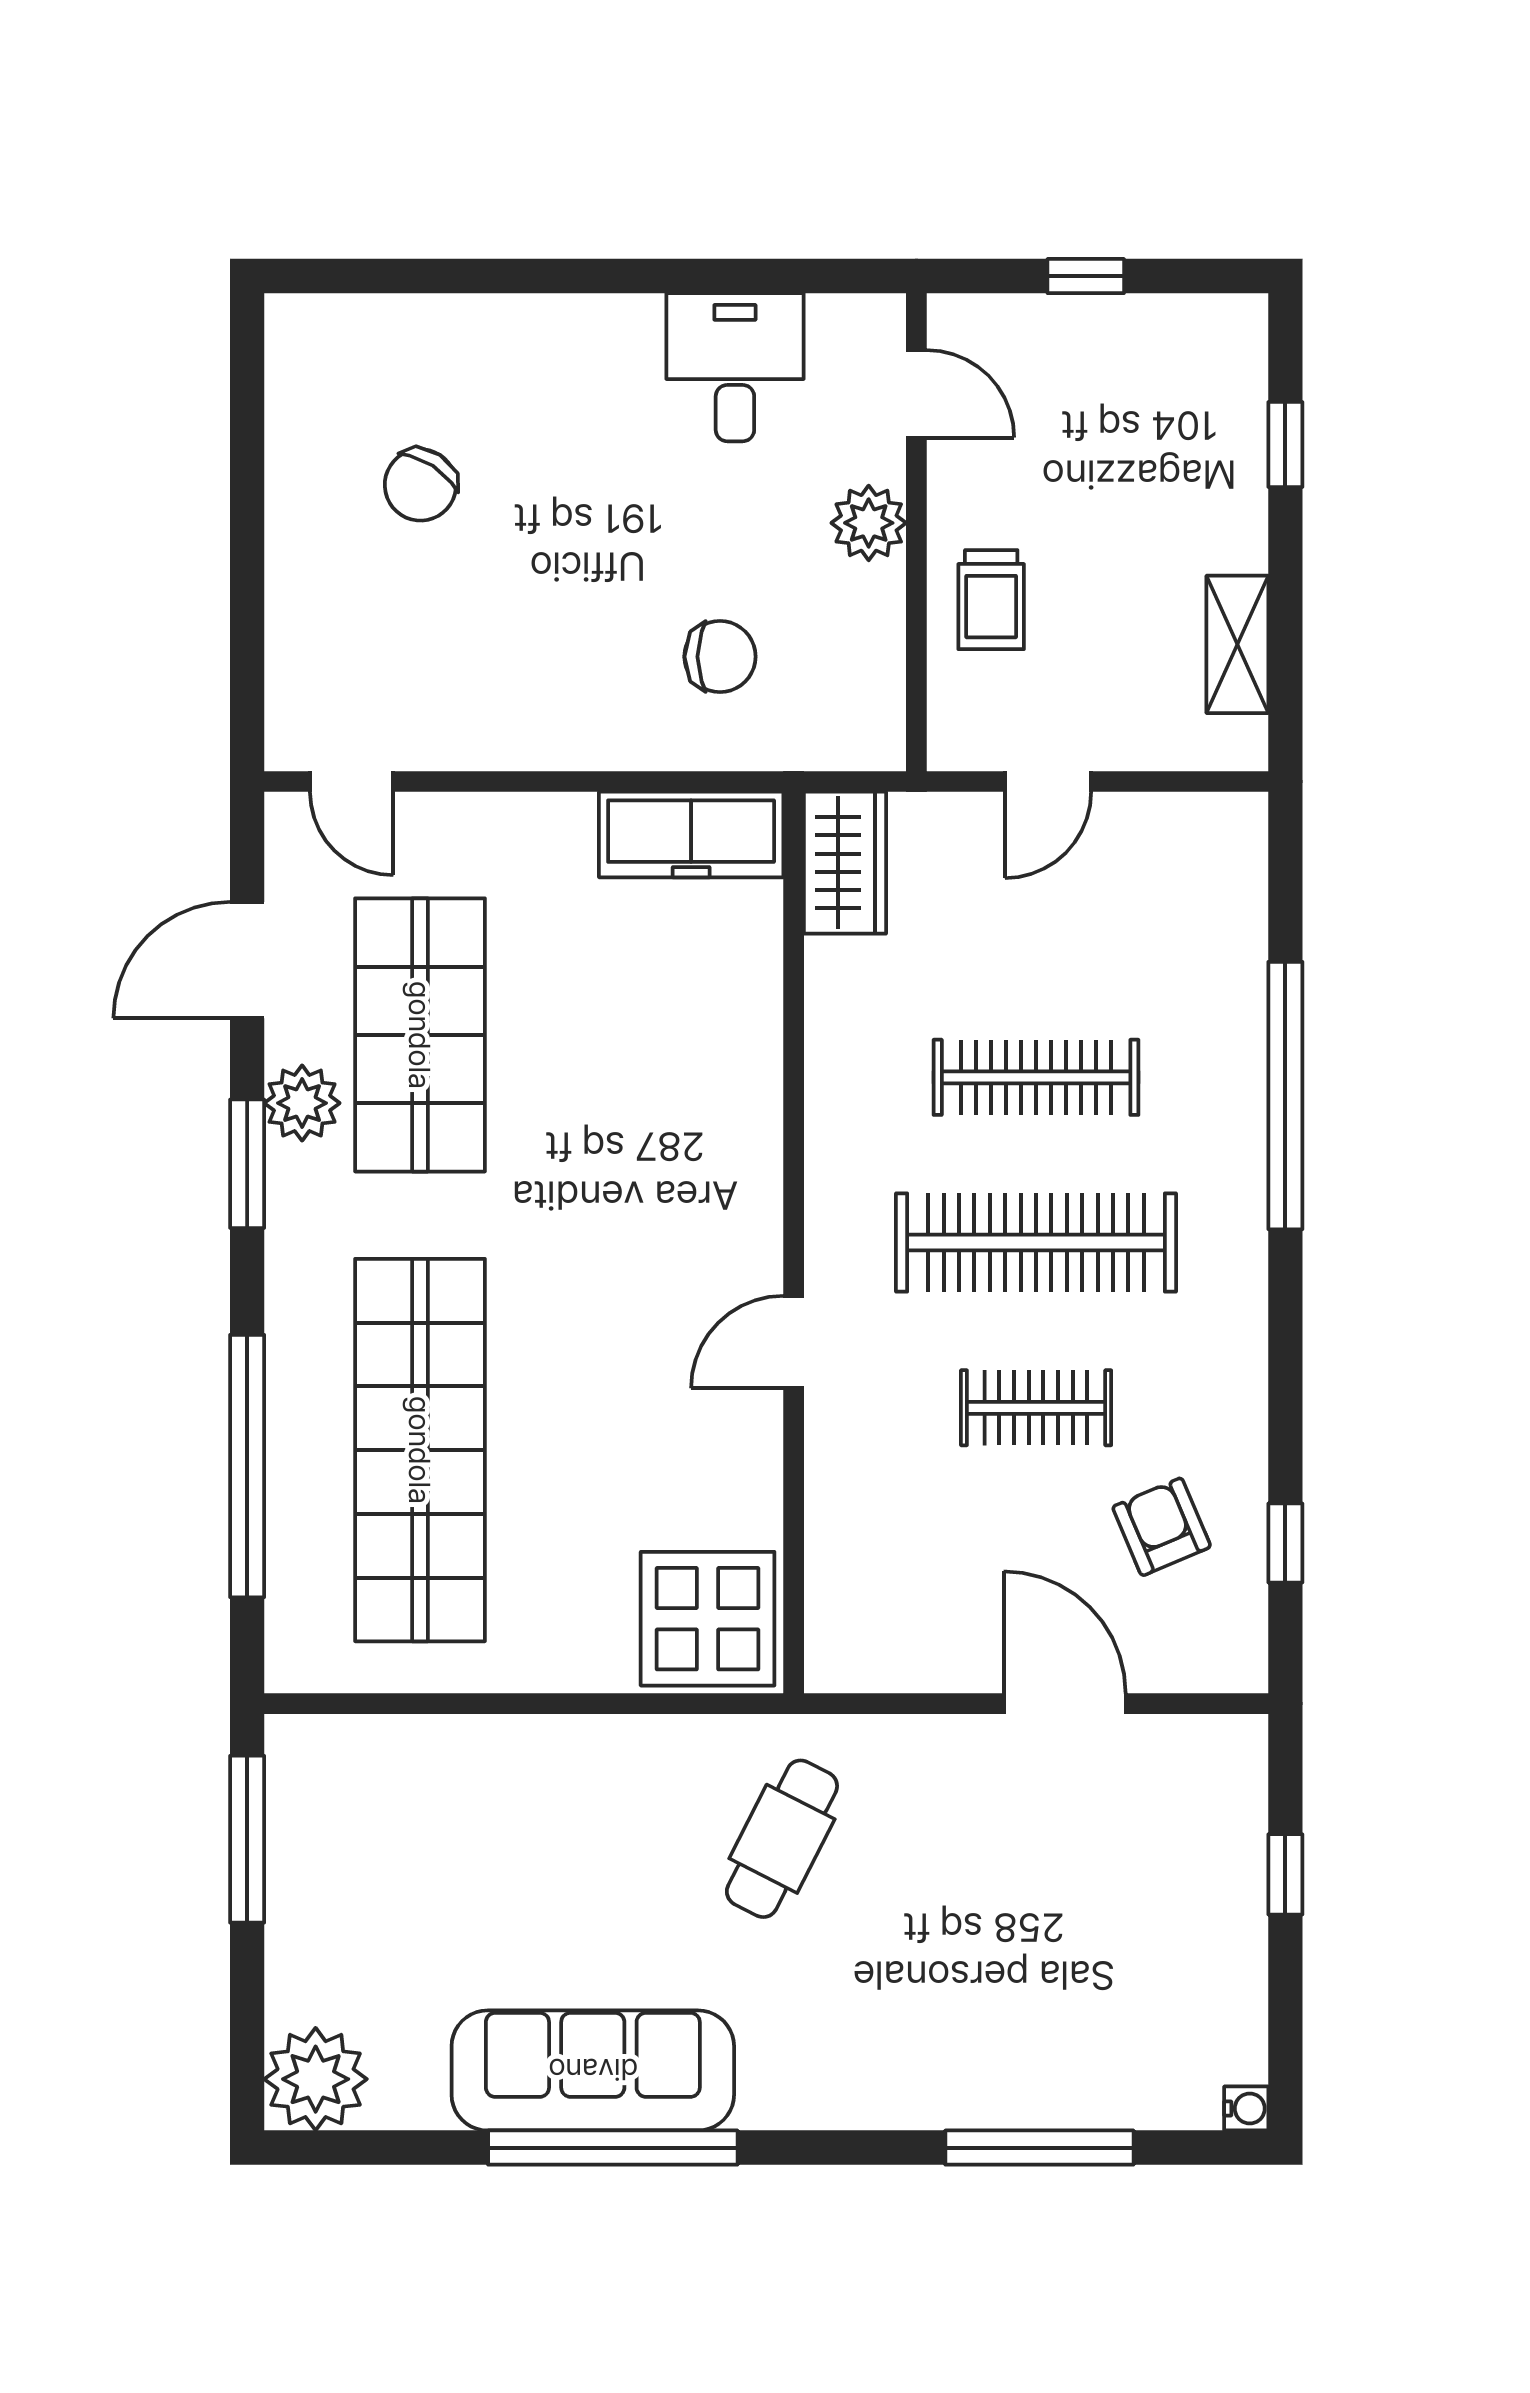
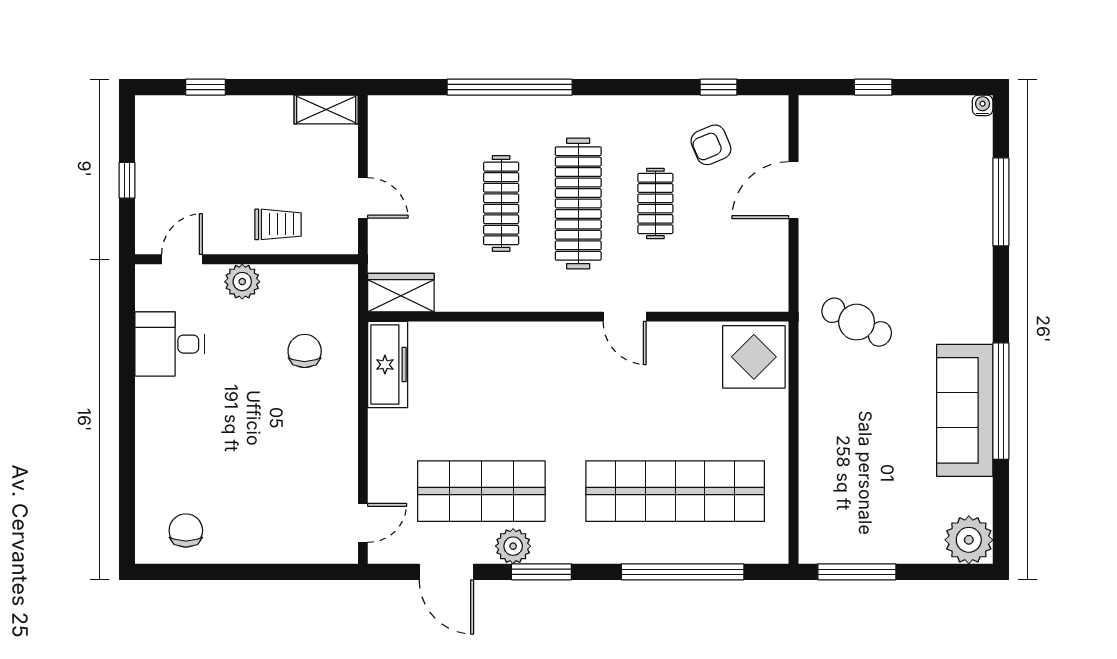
chair: (420, 485) -> (186, 531), moved, turned -123
shelving: (1237, 644) -> (326, 109), moved

